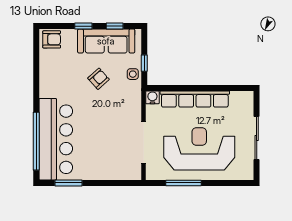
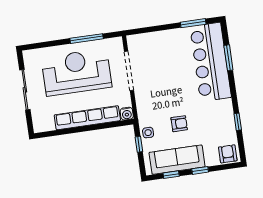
armchair: (52, 39) -> (228, 154), turned 90
window: (36, 72) -> (238, 122), added
armchair: (98, 79) -> (179, 124), turned -138
window: (36, 141) -> (228, 58), width x0.47
reception desk: (199, 149) -> (77, 72), turned 180

